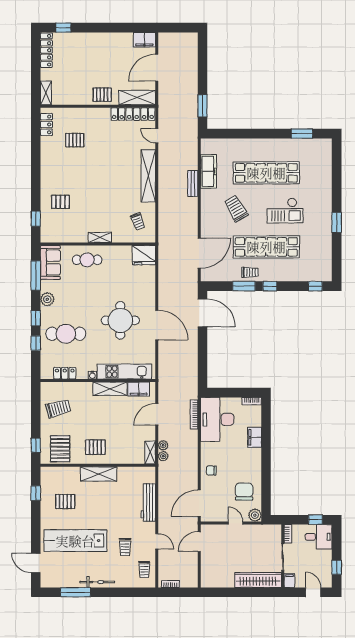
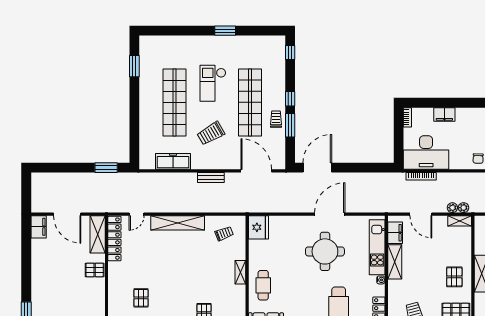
pallet: (102, 95) -> (95, 270), turned 90
bench: (193, 183) -> (211, 177), moved
checkout: (285, 211) -> (213, 83), turned 180

